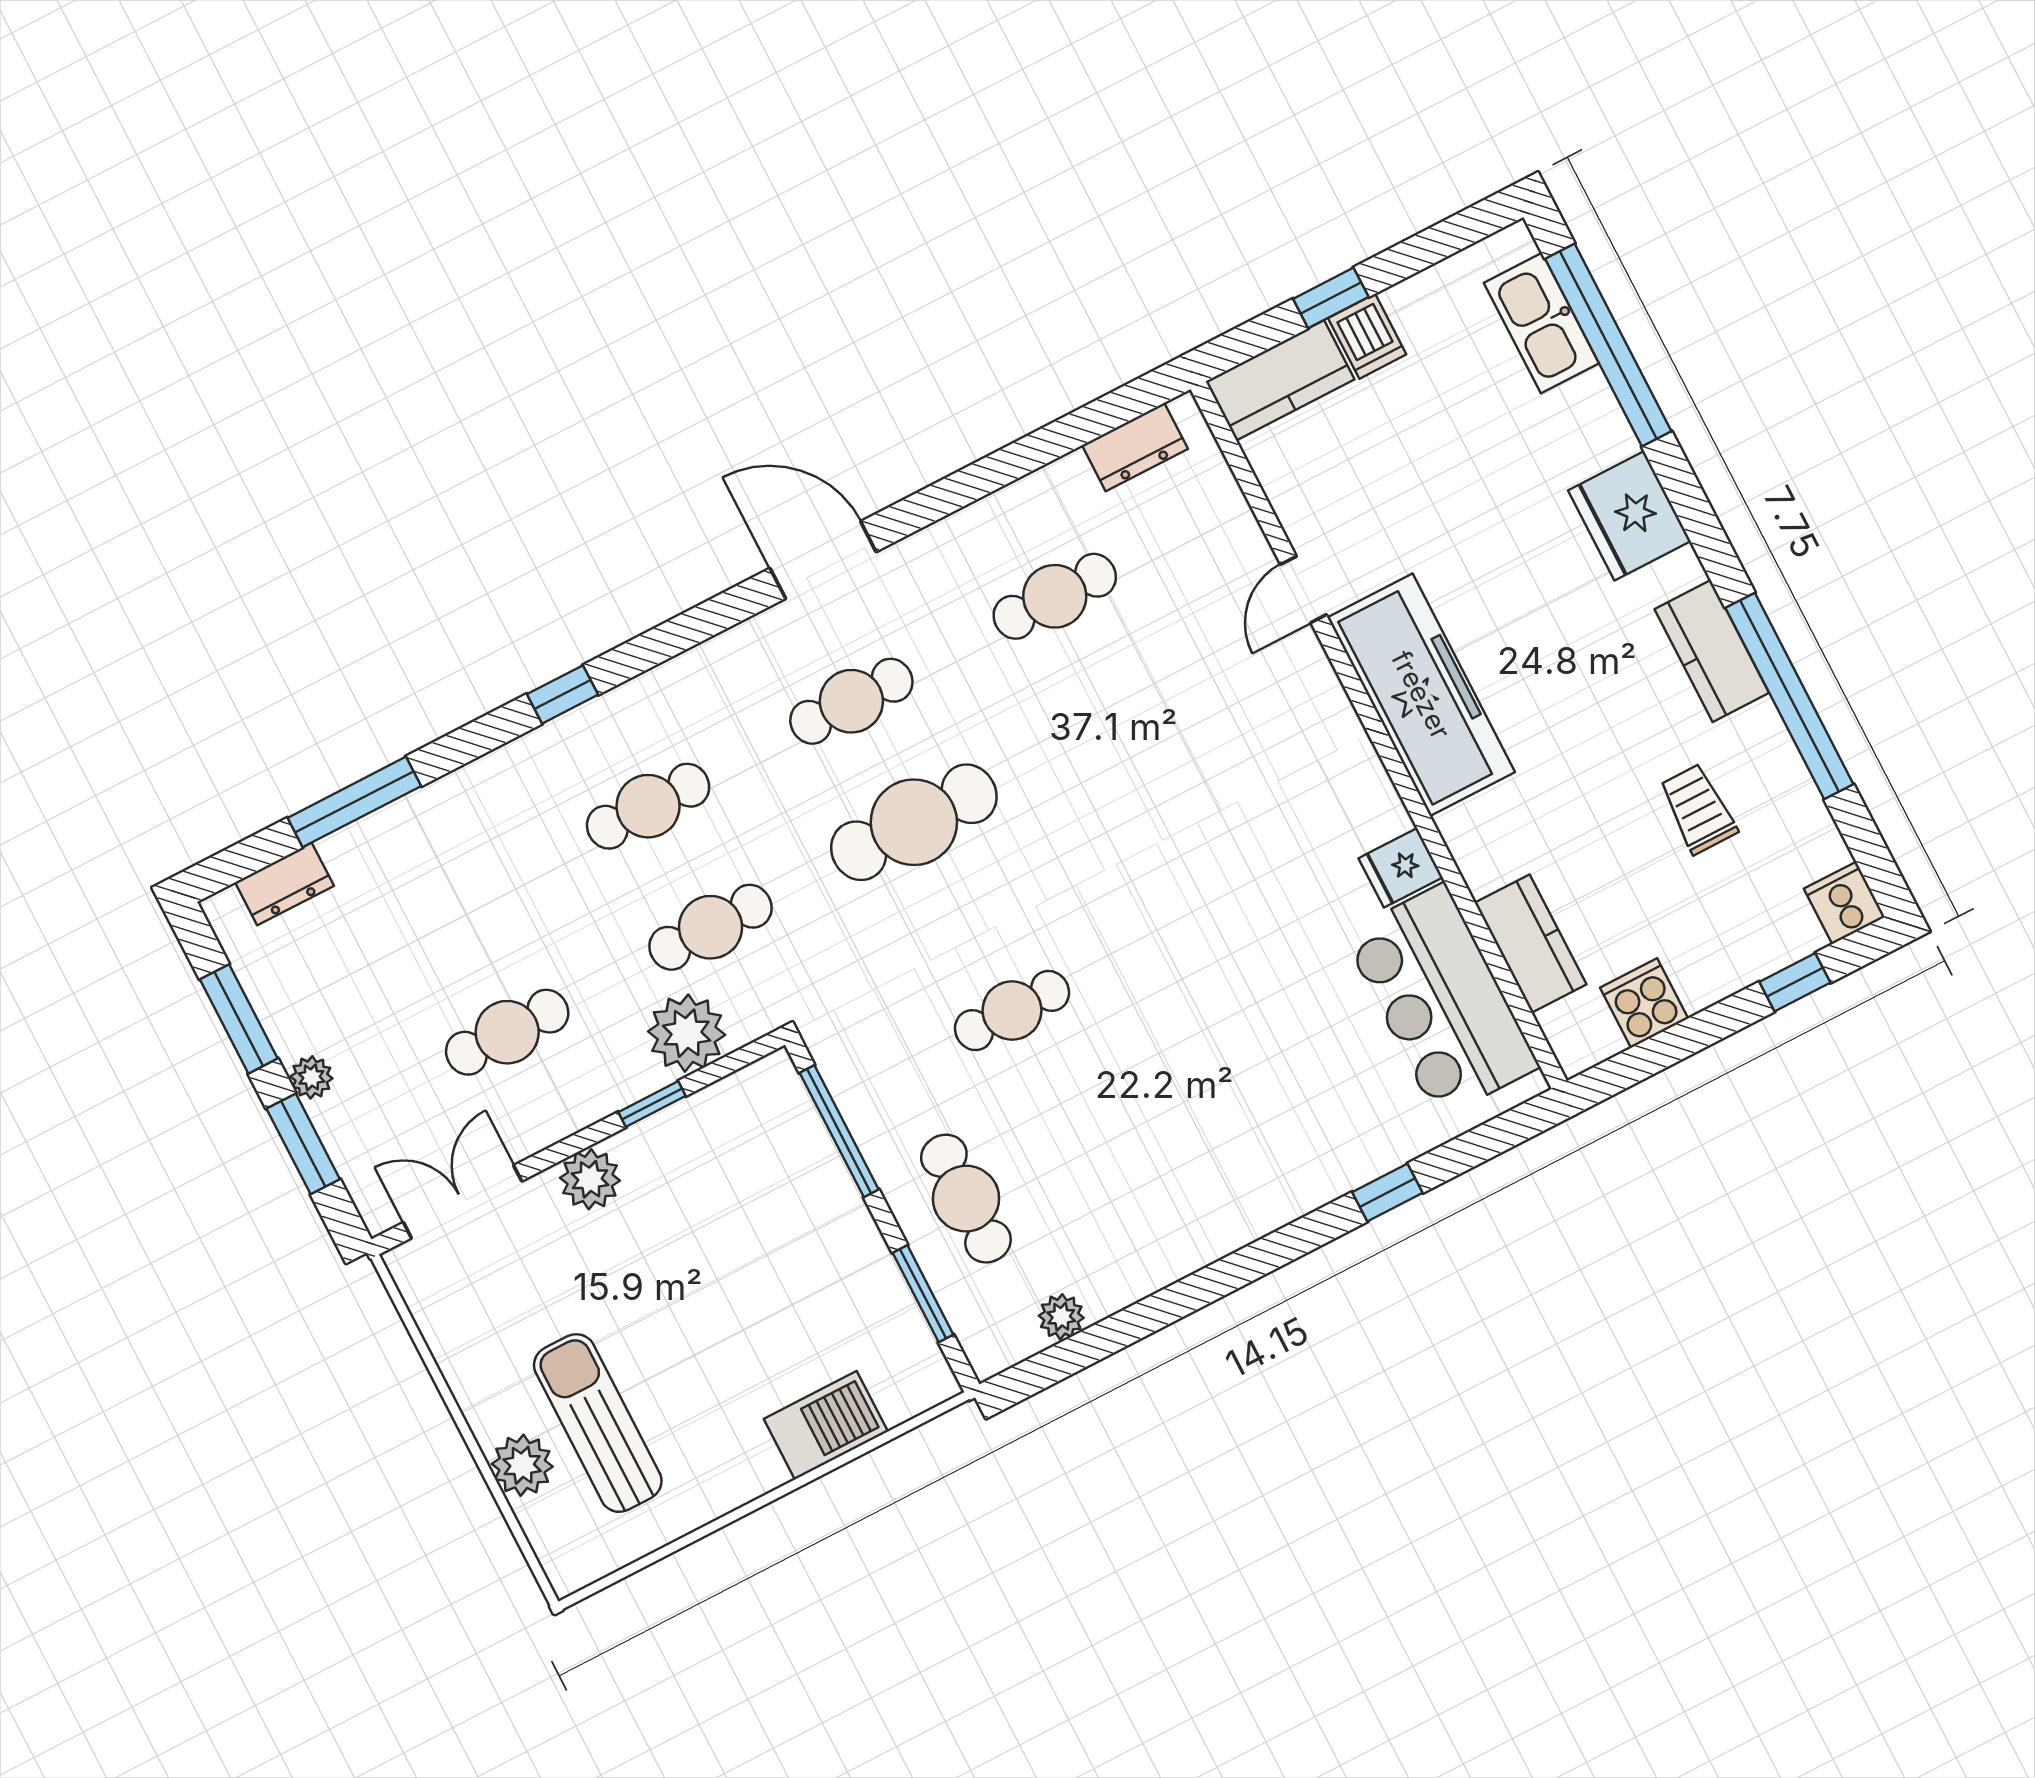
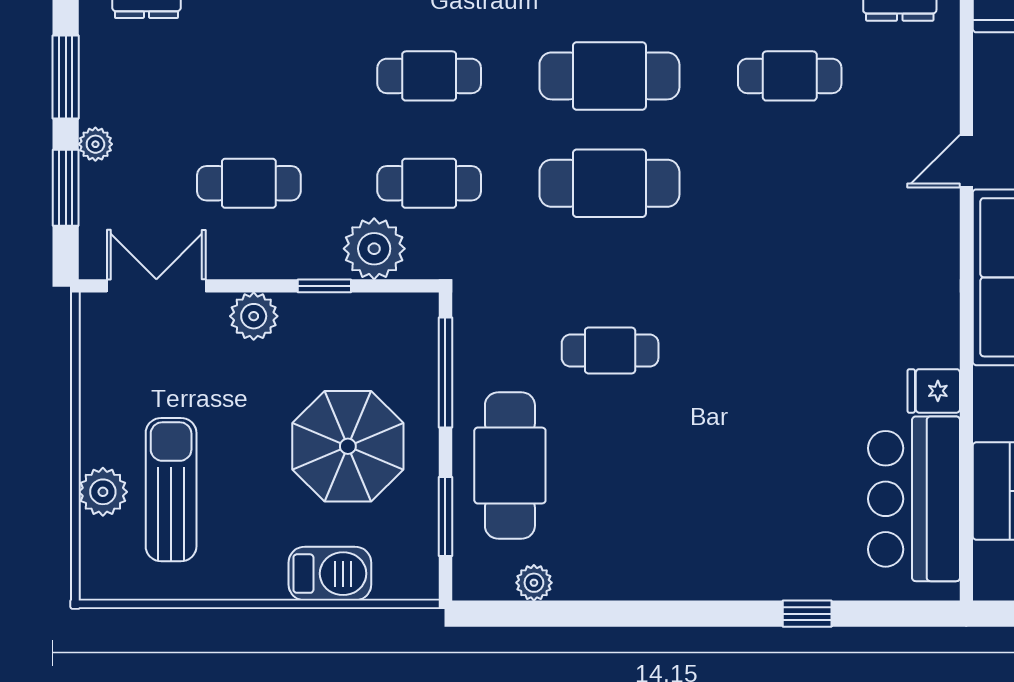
cafe table: (851, 701) -> (609, 76), width x1.37, depth x1.35
cafe table: (966, 1199) -> (510, 466), width x1.37, depth x1.35
parasol: (772, 1271) -> (348, 446), added

